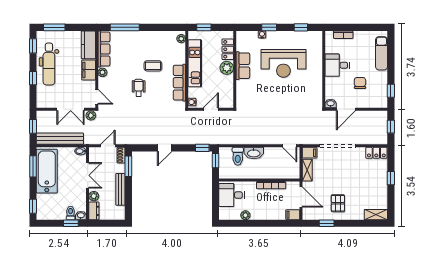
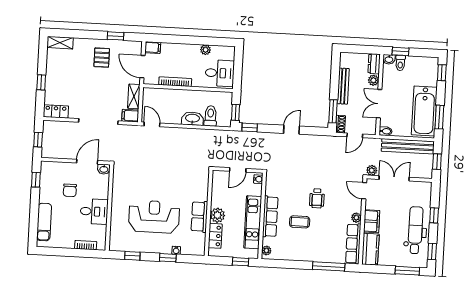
row of seats: (179, 83) -> (270, 217), moved

